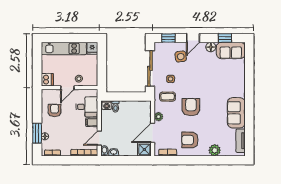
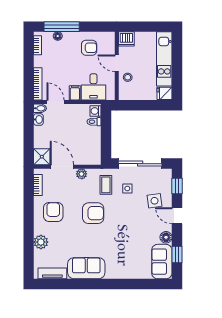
window: (37, 133) -> (62, 27), width x1.44

